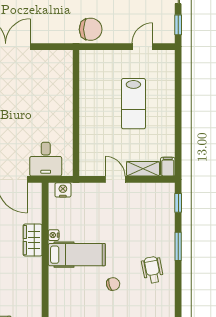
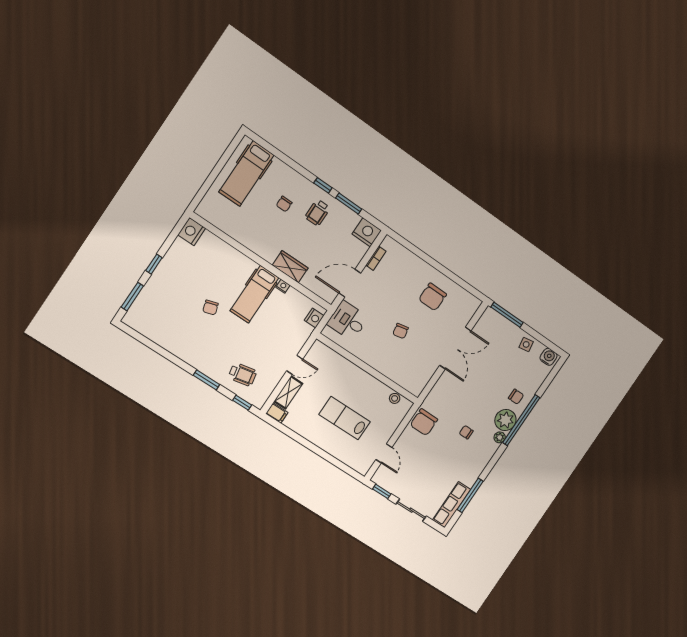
stool: (87, 71) -> (395, 398), added
chair: (23, 106) -> (401, 331), added
wheelchair: (152, 270) -> (242, 374), moved

